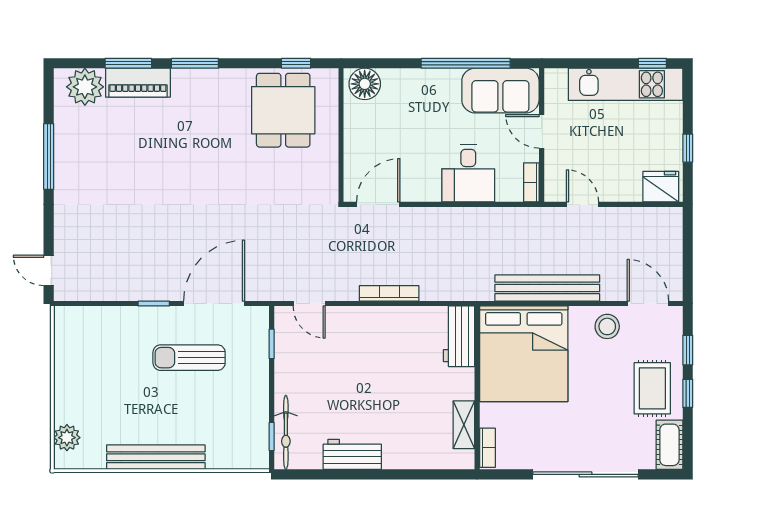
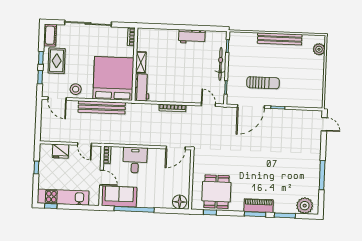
piano: (138, 83) -> (259, 206), moved
fridge: (661, 187) -> (61, 151), moved
shelving: (464, 425) -> (141, 62), moved
bicycle: (286, 432) -> (220, 64), moved

